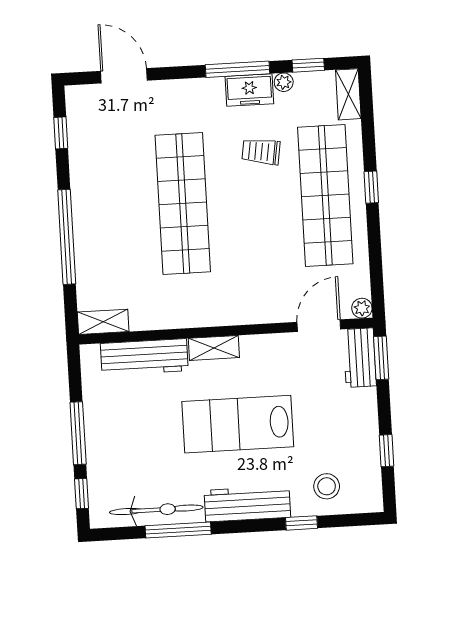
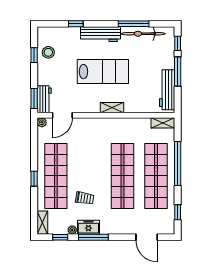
shop shelf: (112, 208) -> (156, 176), added
workbench: (144, 357) -> (167, 90), moved, turned -90
stool: (327, 486) -> (48, 52), moved

